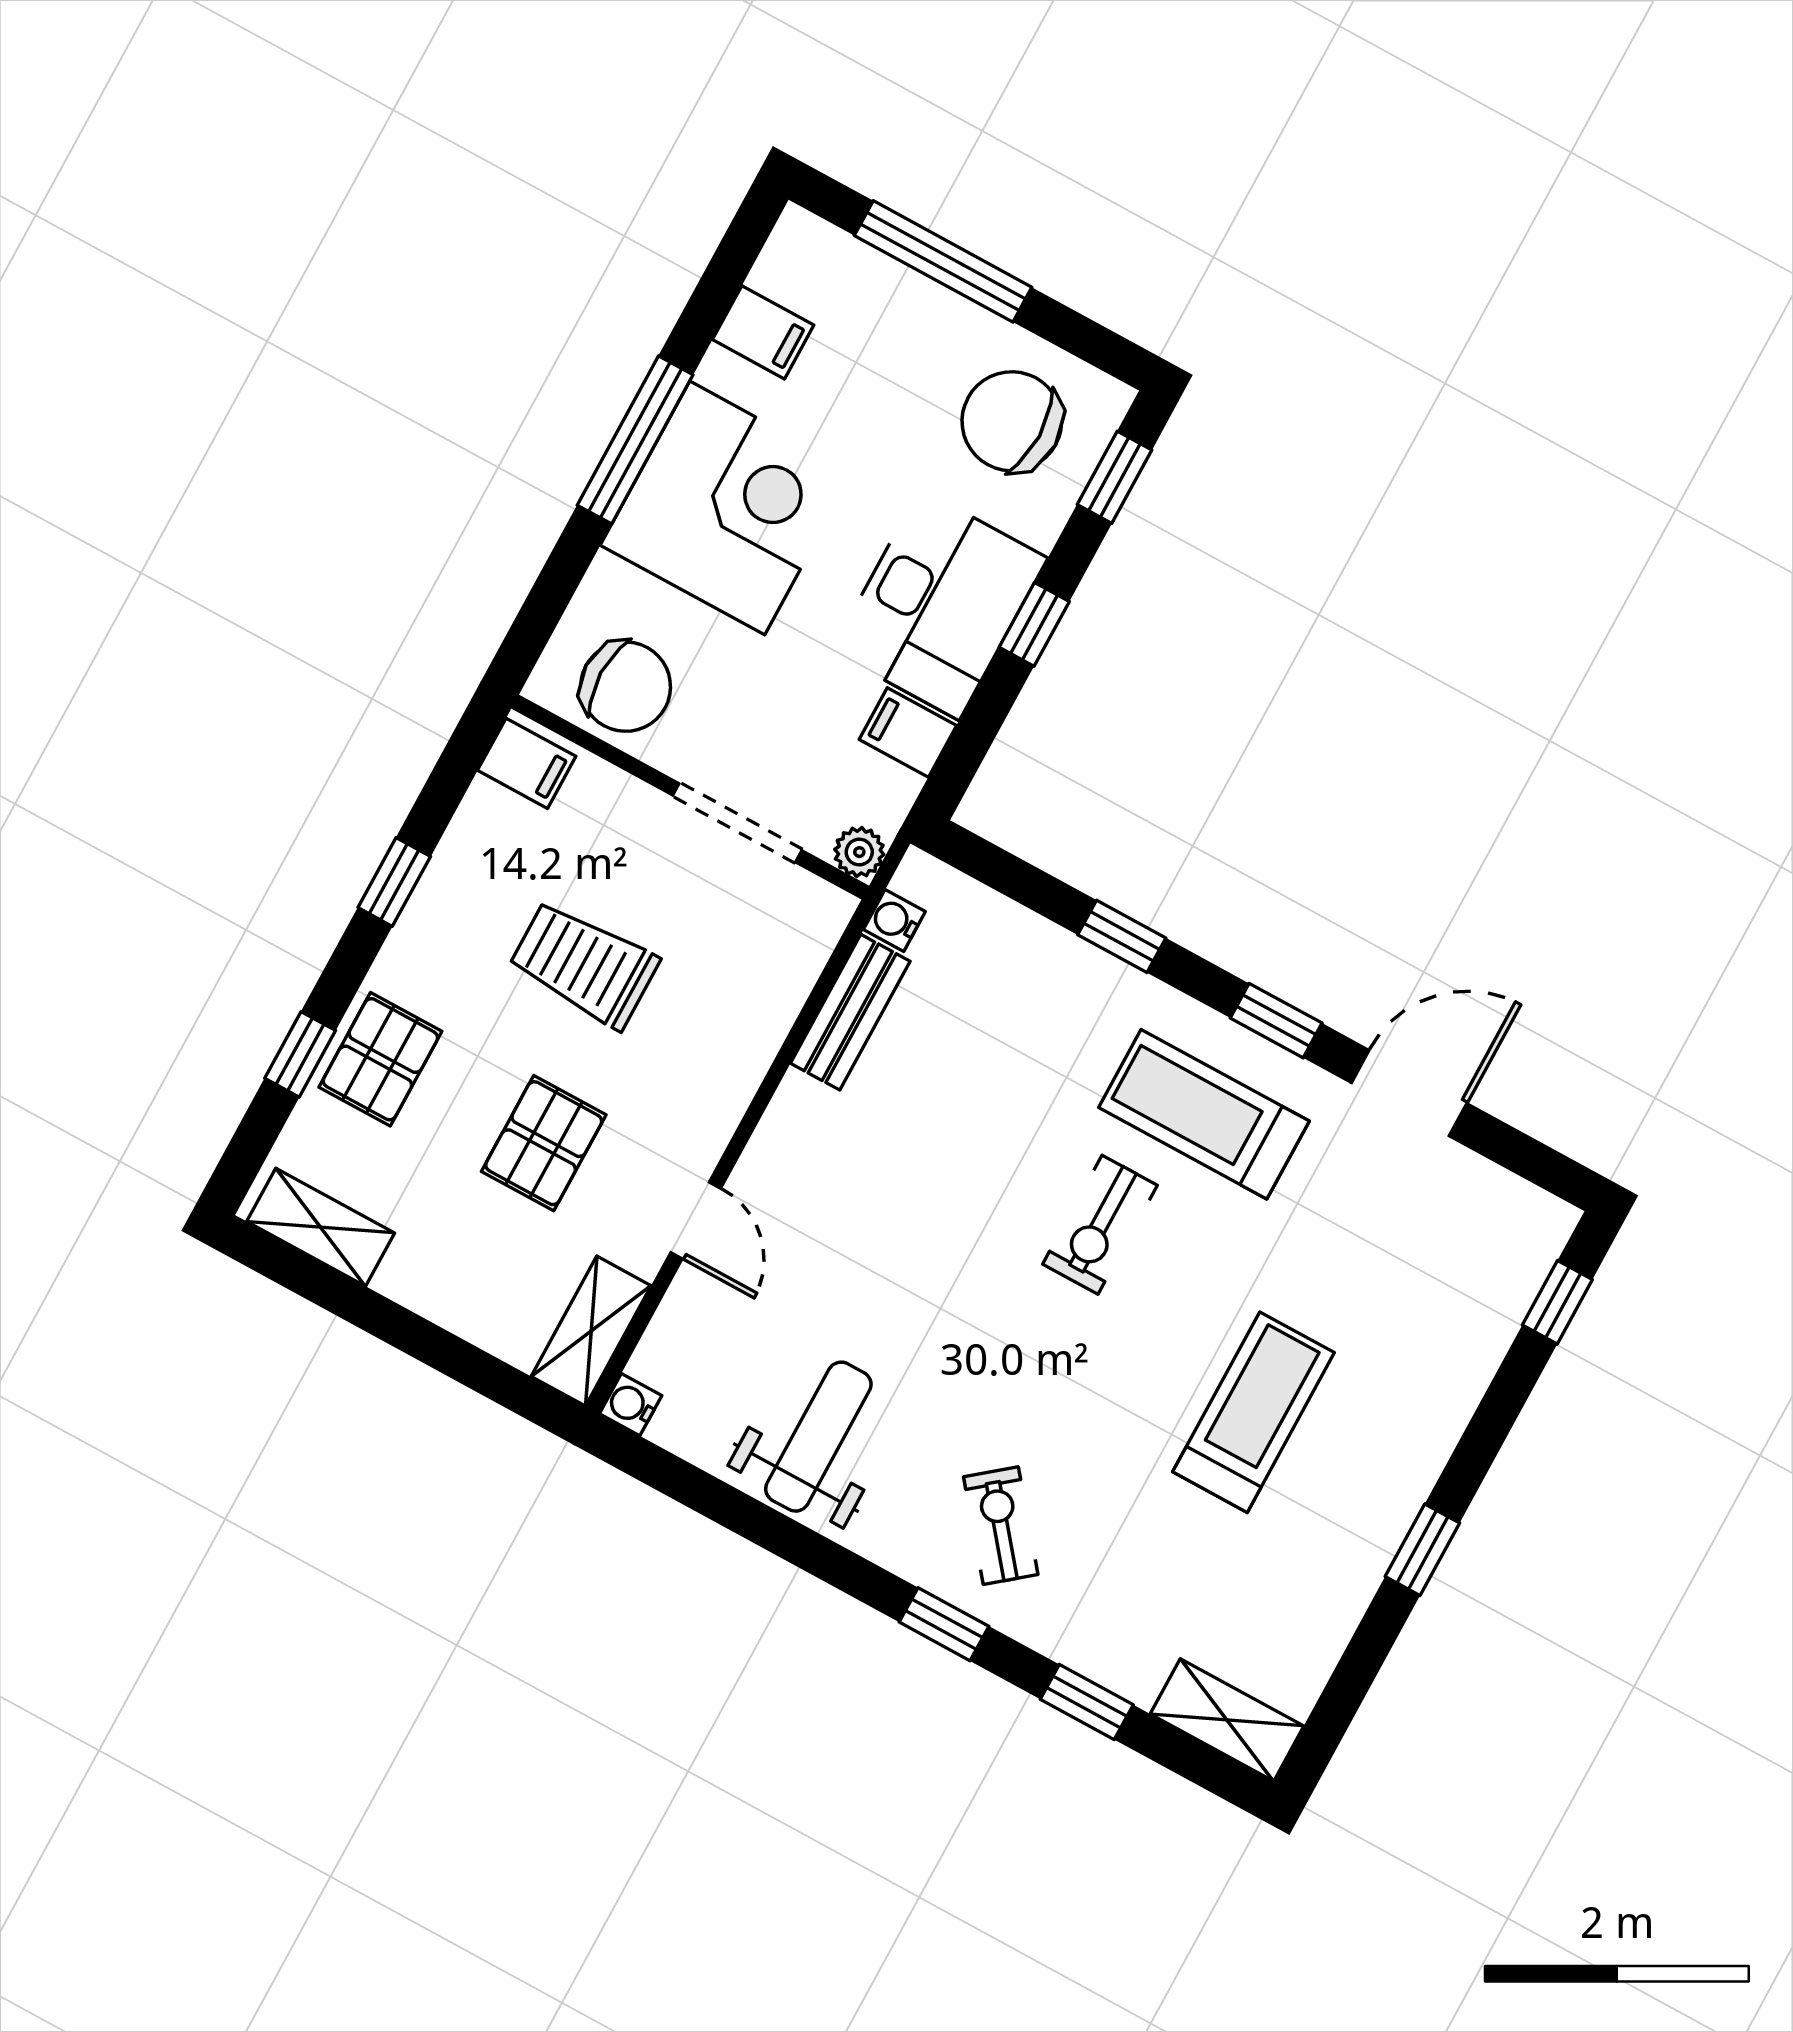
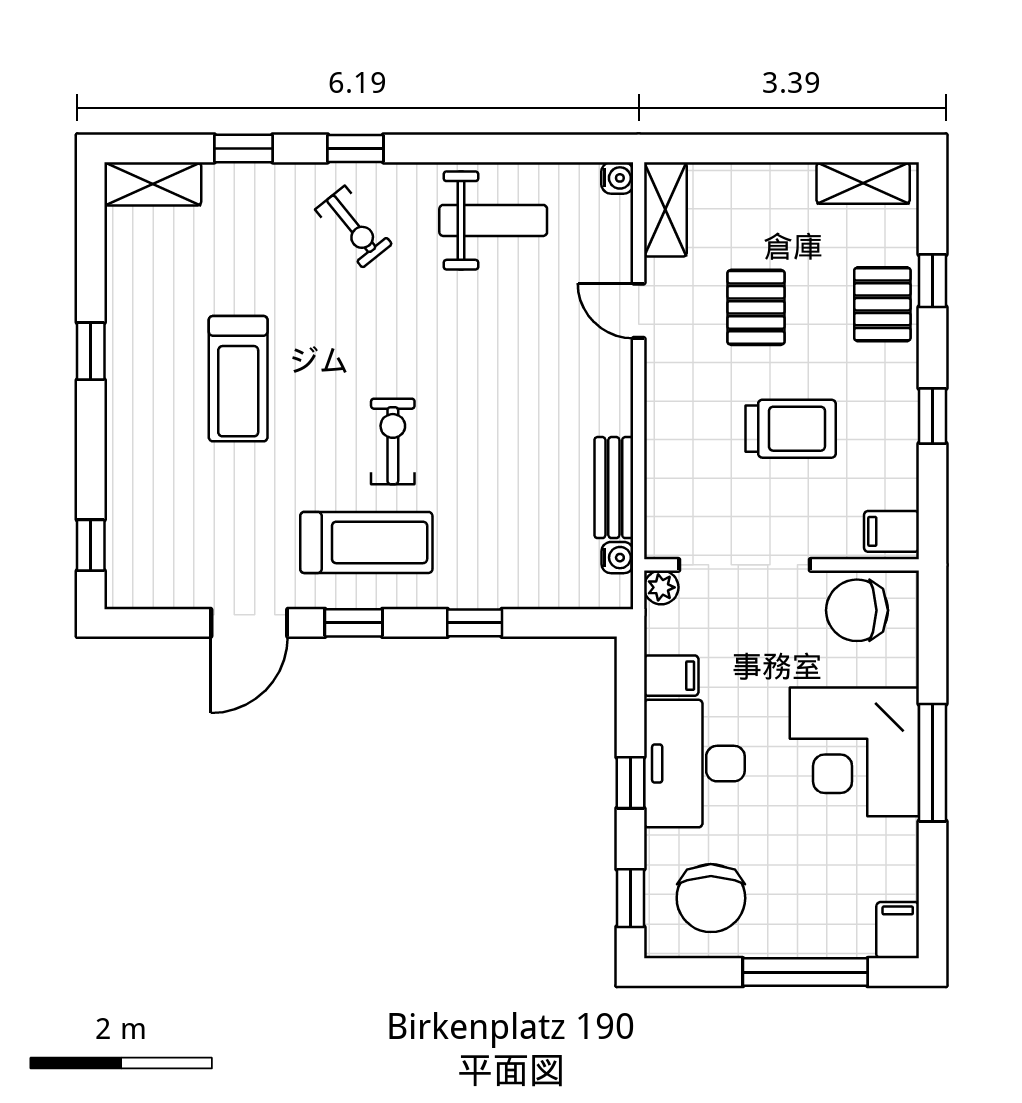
filing cabinet: (763, 332) -> (898, 930), moved, turned 90
chair: (1012, 421) -> (711, 898), turned 90
doorway: (737, 823) -> (744, 565), width x1.36
weight bench: (818, 1437) -> (493, 220), turned -90

